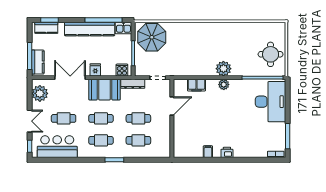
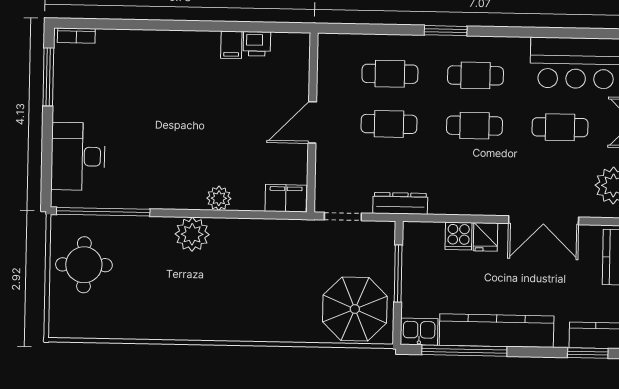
cooker: (122, 70) -> (459, 236), moved
filing cabinet: (196, 85) -> (286, 198), moved
plant: (224, 85) -> (219, 198), moved
booth: (105, 90) -> (465, 191), removed
desk: (271, 102) -> (78, 156), width x0.73, depth x0.77
door: (172, 106) -> (312, 122), moved
printer: (227, 152) -> (257, 44), moved

